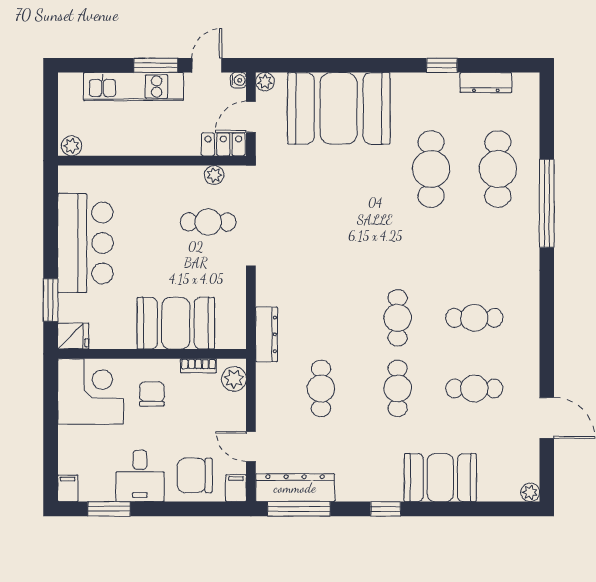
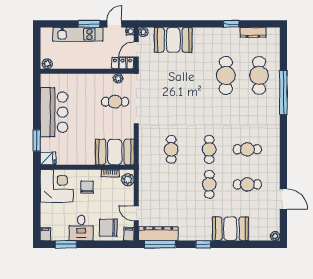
booth: (339, 108) -> (173, 40), width x0.73, depth x0.70
booth: (176, 323) -> (115, 152), moved
dresser: (266, 334) -> (144, 158), removed
cafe table: (321, 388) -> (171, 149), moved

